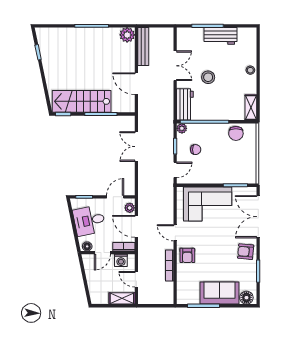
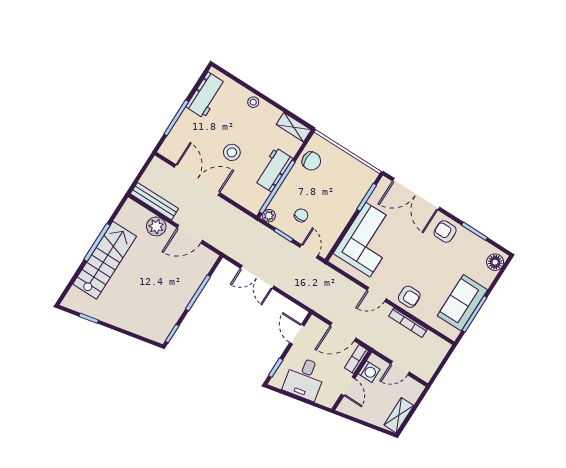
plant: (127, 35) -> (156, 226), moved
workbench: (221, 36) -> (206, 95), moved
double door: (175, 66) -> (197, 180), width x1.37
stairs: (82, 101) -> (105, 260), moved, turned 180
workbench: (185, 104) -> (273, 170), moved, turned -90
plant: (130, 208) -> (319, 326), removed
floor lamp: (87, 246) -> (331, 398), removed
armchair: (246, 252) -> (445, 231), turned 85
sofa: (220, 293) -> (462, 303), moved
shelving: (122, 298) -> (399, 415), moved

